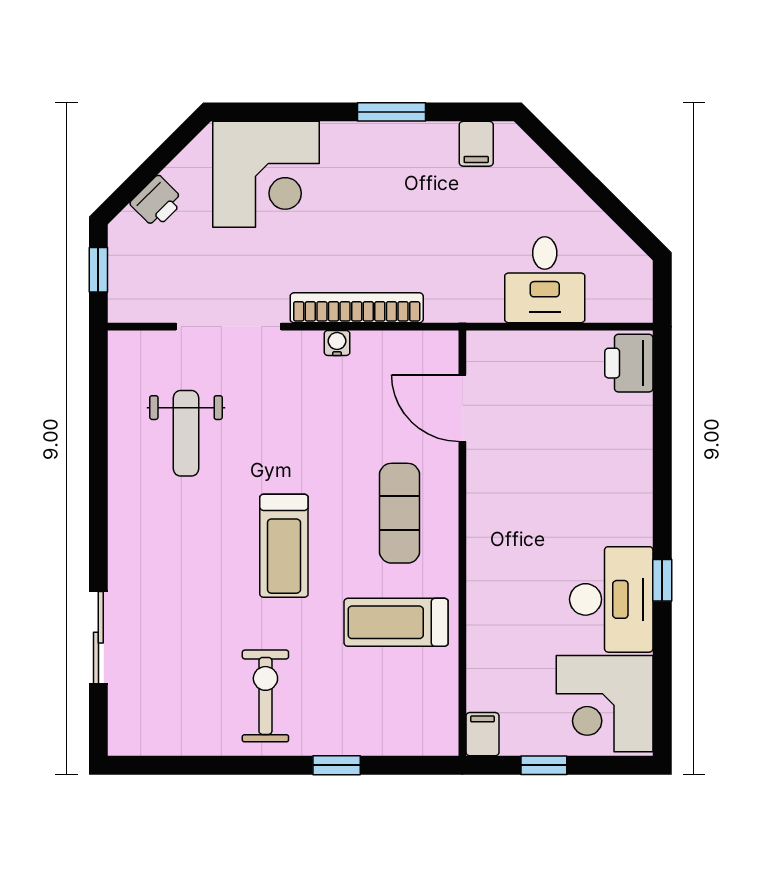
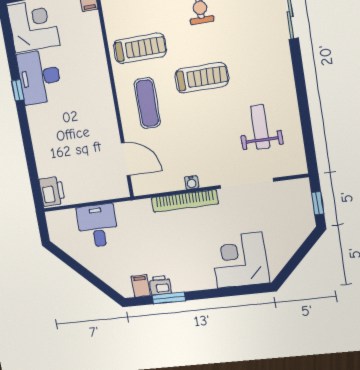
window: (392, 112) -> (169, 298), moved
printer: (157, 202) -> (160, 285), moved, turned 45
treadmill: (284, 546) -> (202, 78), turned 90

